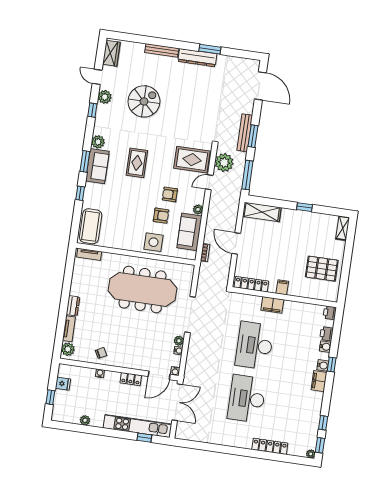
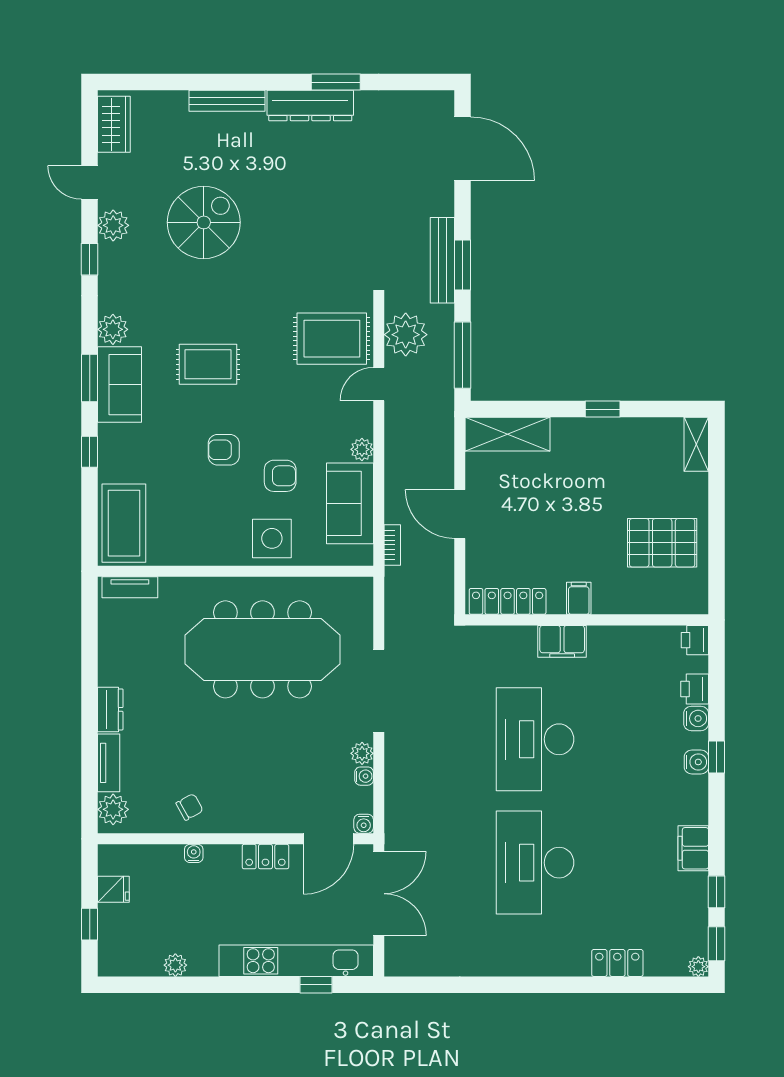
rug: (137, 163) -> (208, 364), turned 90
armchair: (170, 194) -> (224, 450), moved
filing cabinet: (319, 381) -> (693, 848), moved
locker: (270, 446) -> (617, 963), width x0.66

